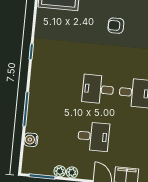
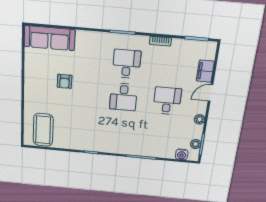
water cooler: (31, 140) -> (182, 154), moved
plant: (60, 171) -> (196, 144), moved

